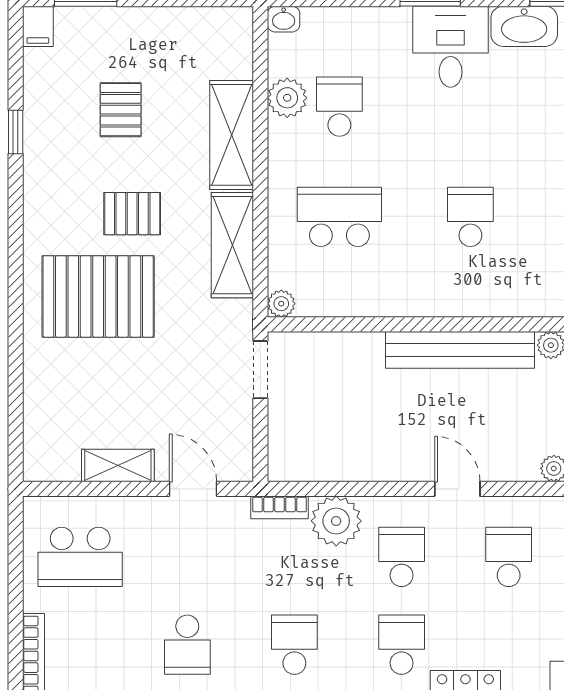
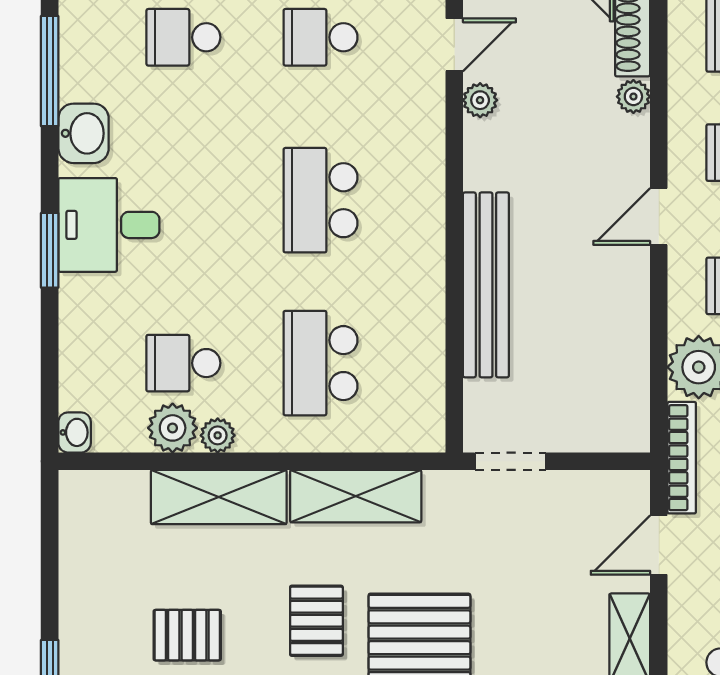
washbasin: (524, 26) -> (84, 133), width x0.72
school desk: (470, 217) -> (320, 200), width x1.85
plant: (281, 304) -> (218, 435), moved
bench: (460, 350) -> (486, 285), moved
bookcase: (279, 507) -> (682, 458), width x1.56

